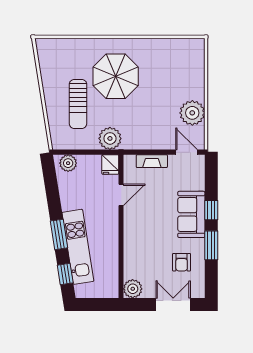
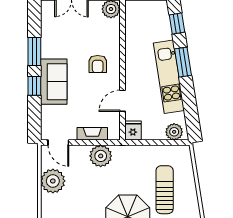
plant: (110, 138) -> (101, 156), moved
kitchen unit: (78, 247) -> (169, 77), moved
armchair: (182, 262) -> (98, 64), moved, turned 180

